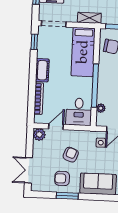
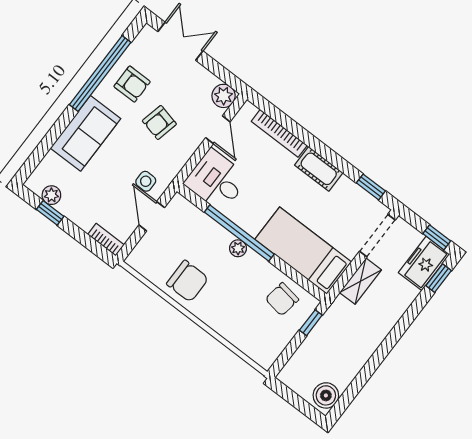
shelving: (89, 18) -> (361, 281), moved
plant: (101, 108) -> (238, 248), moved
armchair: (71, 155) -> (159, 122), turned 83
armchair: (62, 178) -> (132, 84), turned 90
window: (67, 196) -> (100, 73), width x2.11

